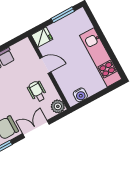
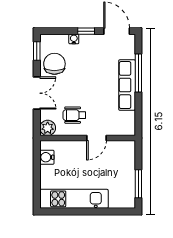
fridge: (42, 37) -> (127, 150), removed
wheelchair: (37, 91) -> (74, 115), turned 180

